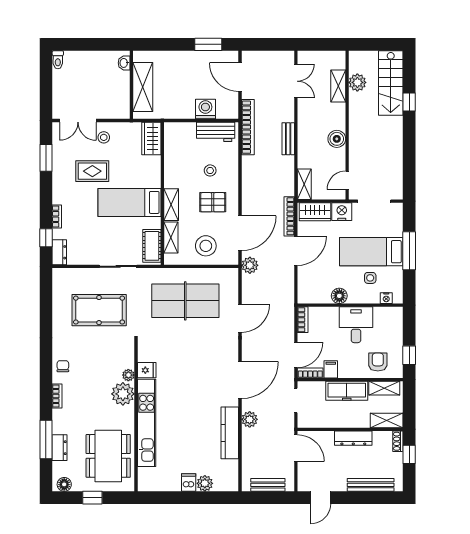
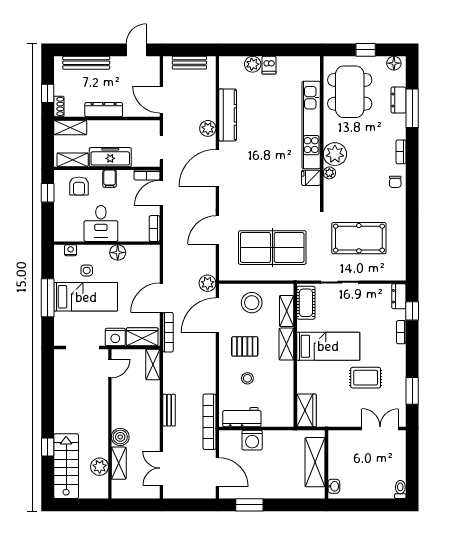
stool: (104, 137) -> (354, 412), removed
boiler: (337, 139) -> (120, 437), moved
filing cabinet: (331, 369) -> (110, 179), moved

